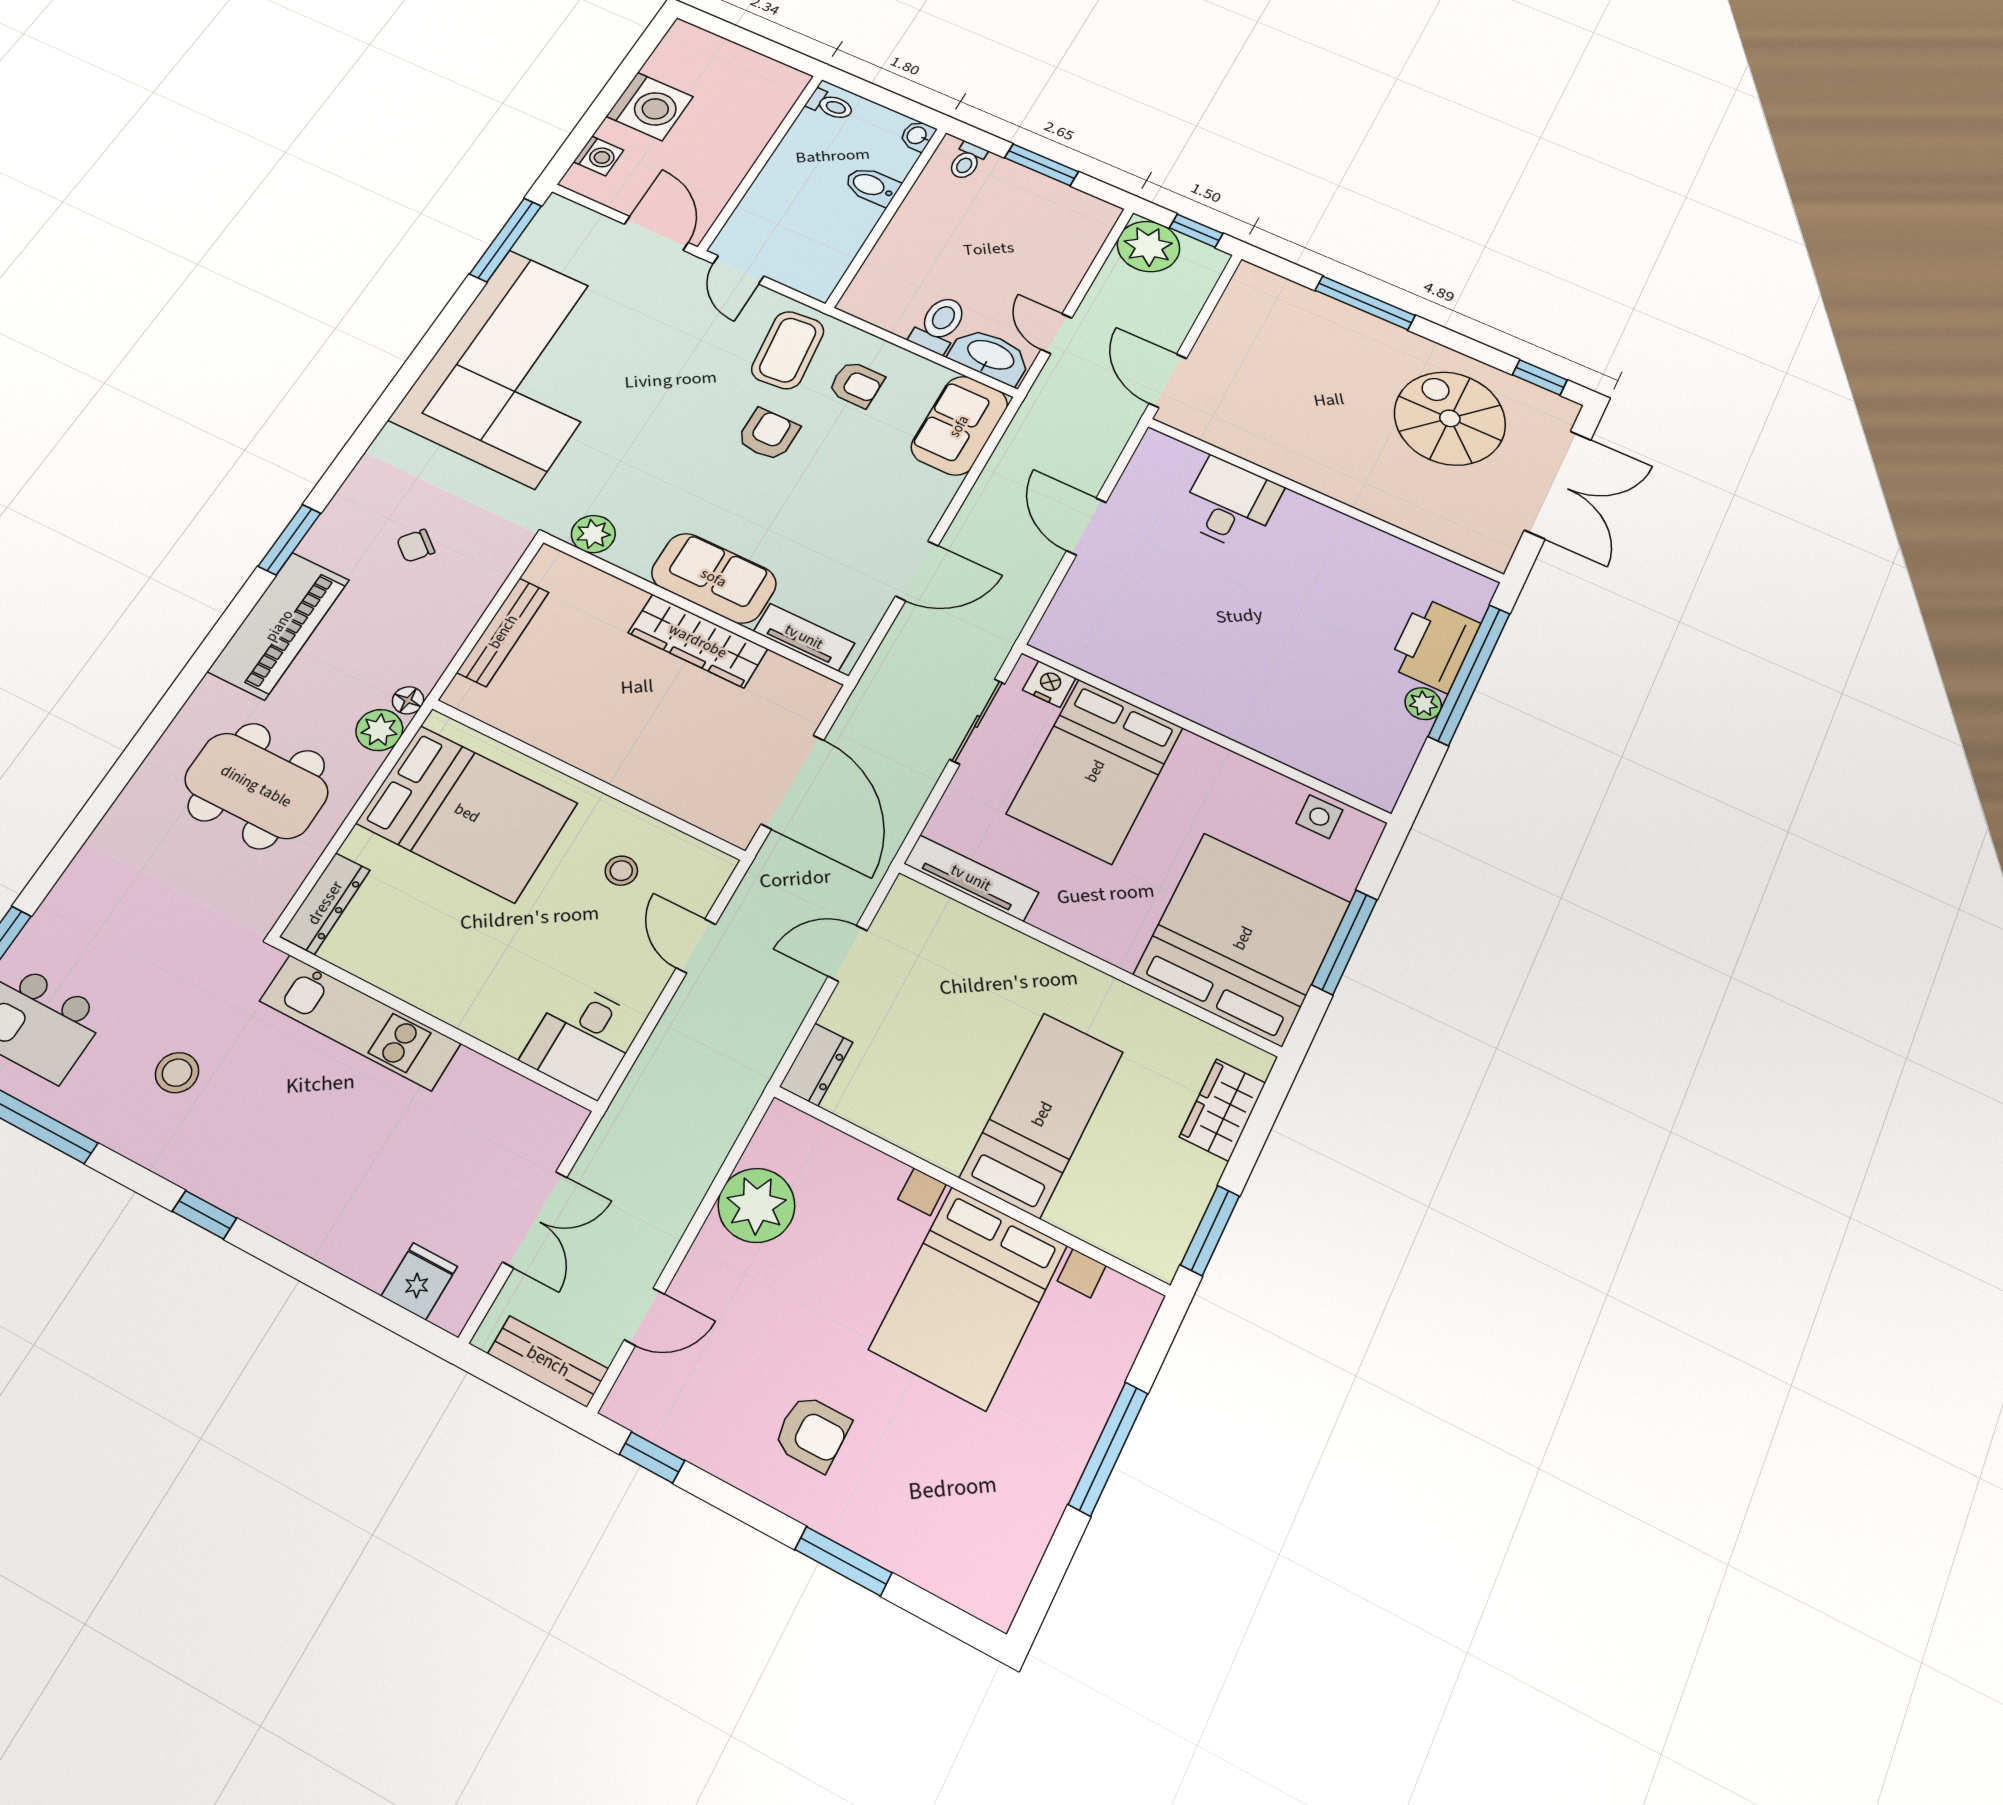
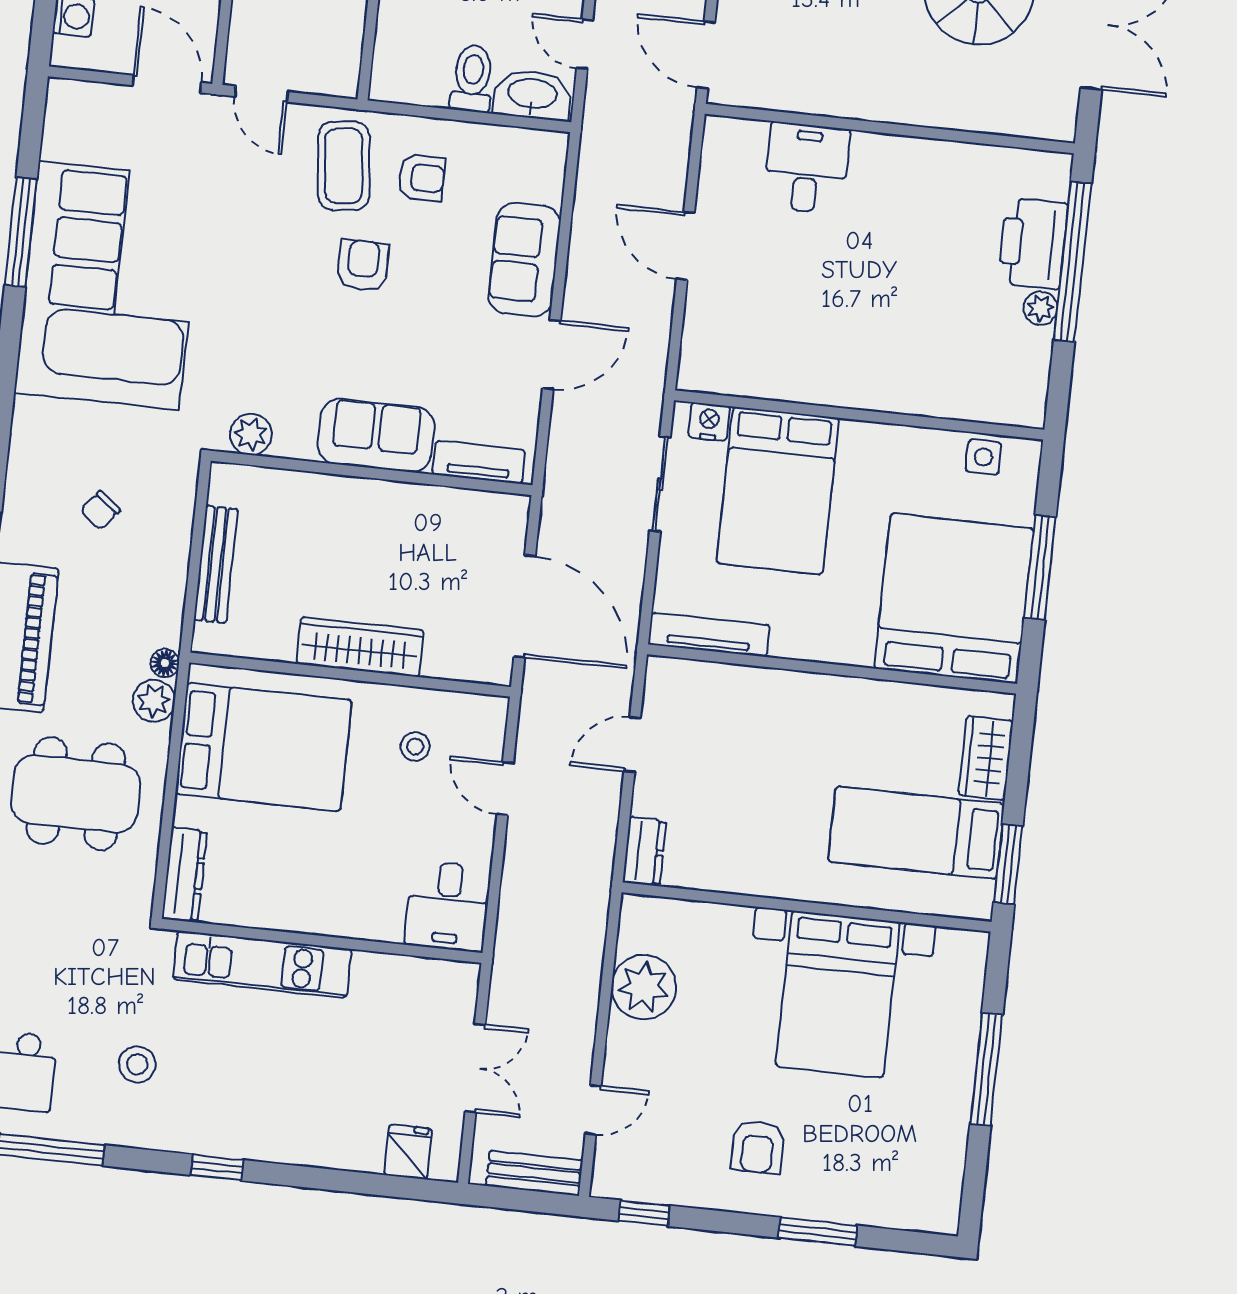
window: (506, 240) -> (21, 232), moved
sofa: (959, 426) -> (524, 260), moved
wardrobe: (698, 641) -> (360, 647), moved, turned 180
bed: (1042, 1114) -> (916, 833), moved, turned -90
armchair: (812, 1433) -> (758, 1147), turned 90

